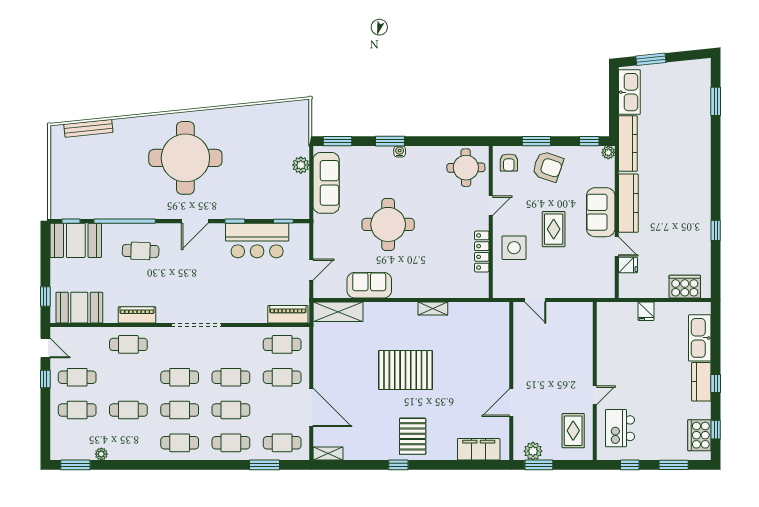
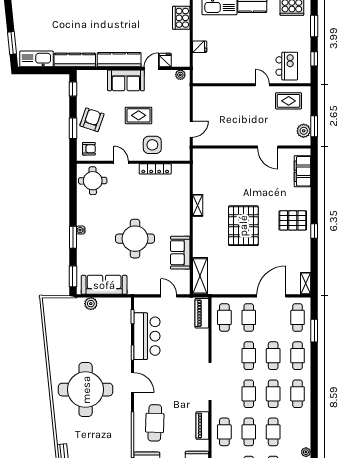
plant: (608, 152) -> (180, 75), moved
cafe table: (141, 251) -> (155, 423), width x1.37, depth x1.35
cafe table: (128, 377) -> (249, 432), added
kitchen island: (620, 428) -> (287, 66), turned -90

